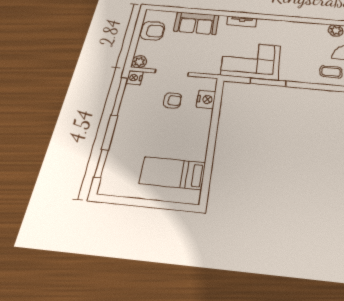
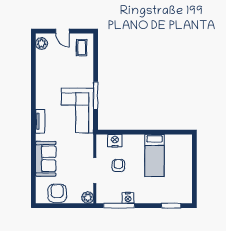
nightstand: (135, 78) -> (128, 198), moved
bed: (173, 173) -> (155, 156), moved

